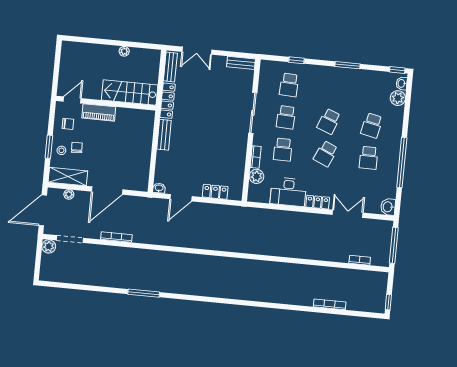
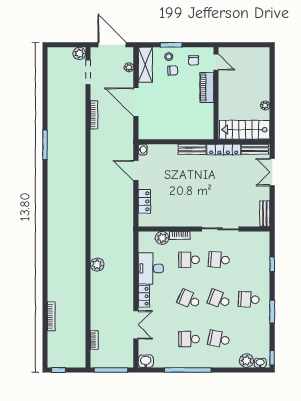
school desk: (289, 85) -> (249, 299), moved
stairs: (130, 92) -> (245, 130), moved, turned -90
plant: (279, 249) -> (97, 265), added

